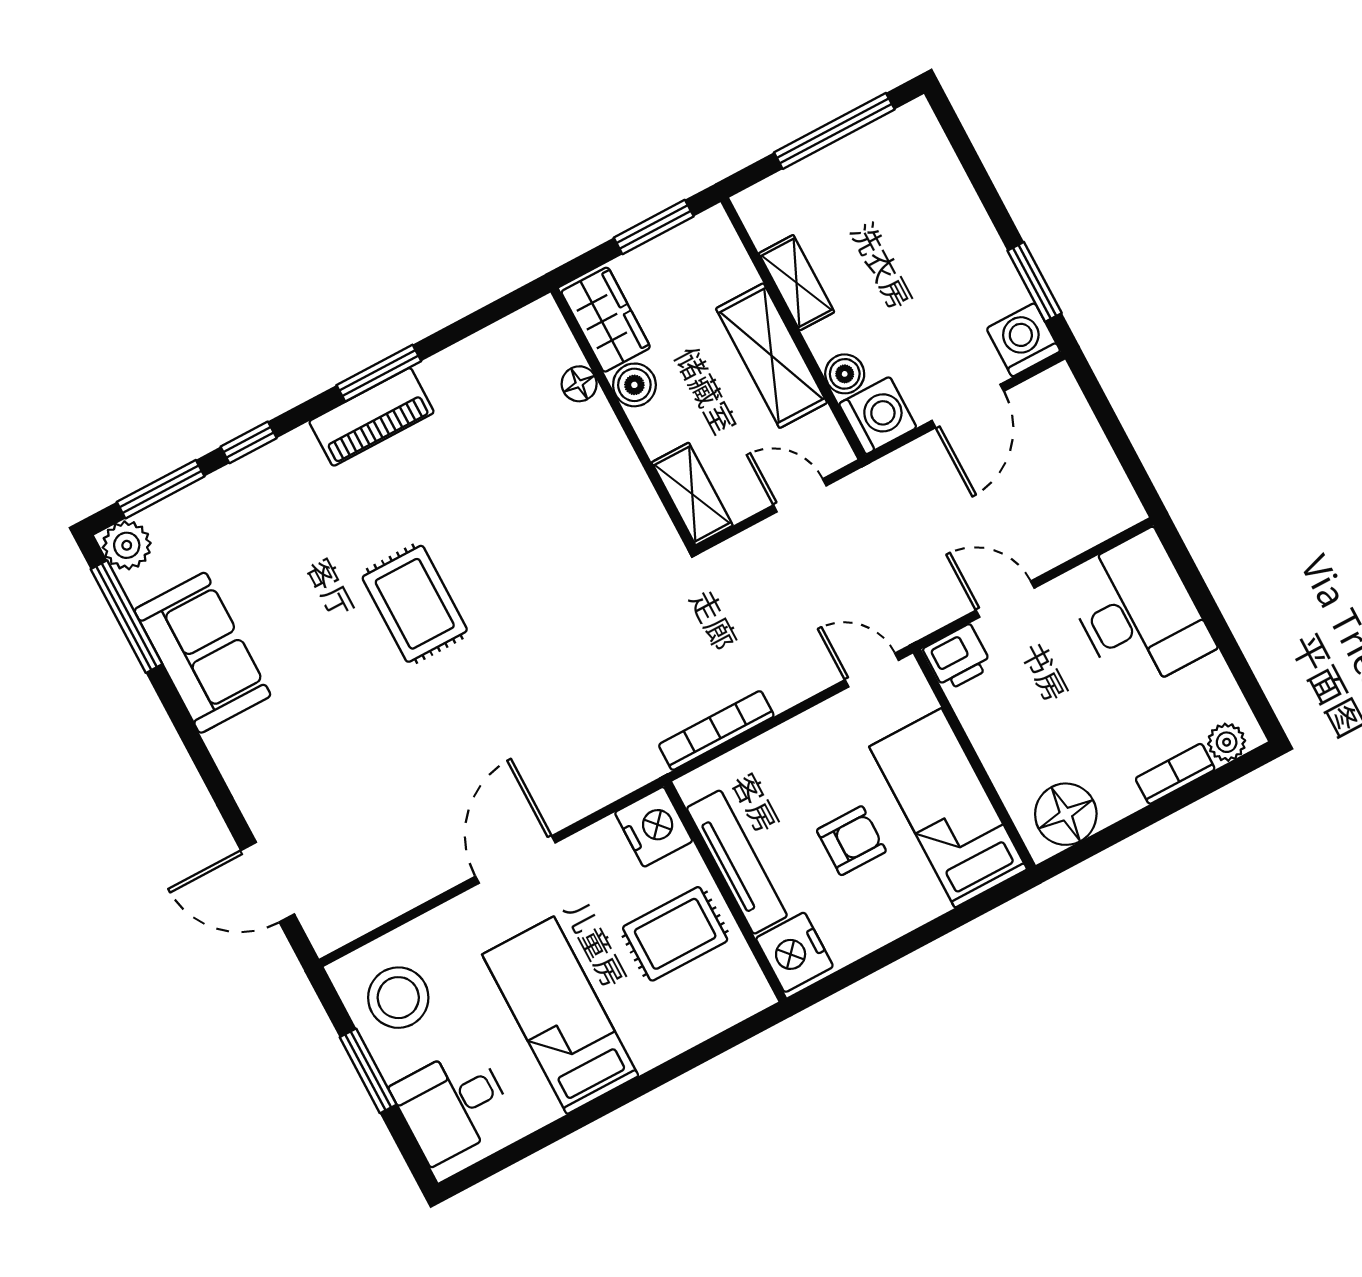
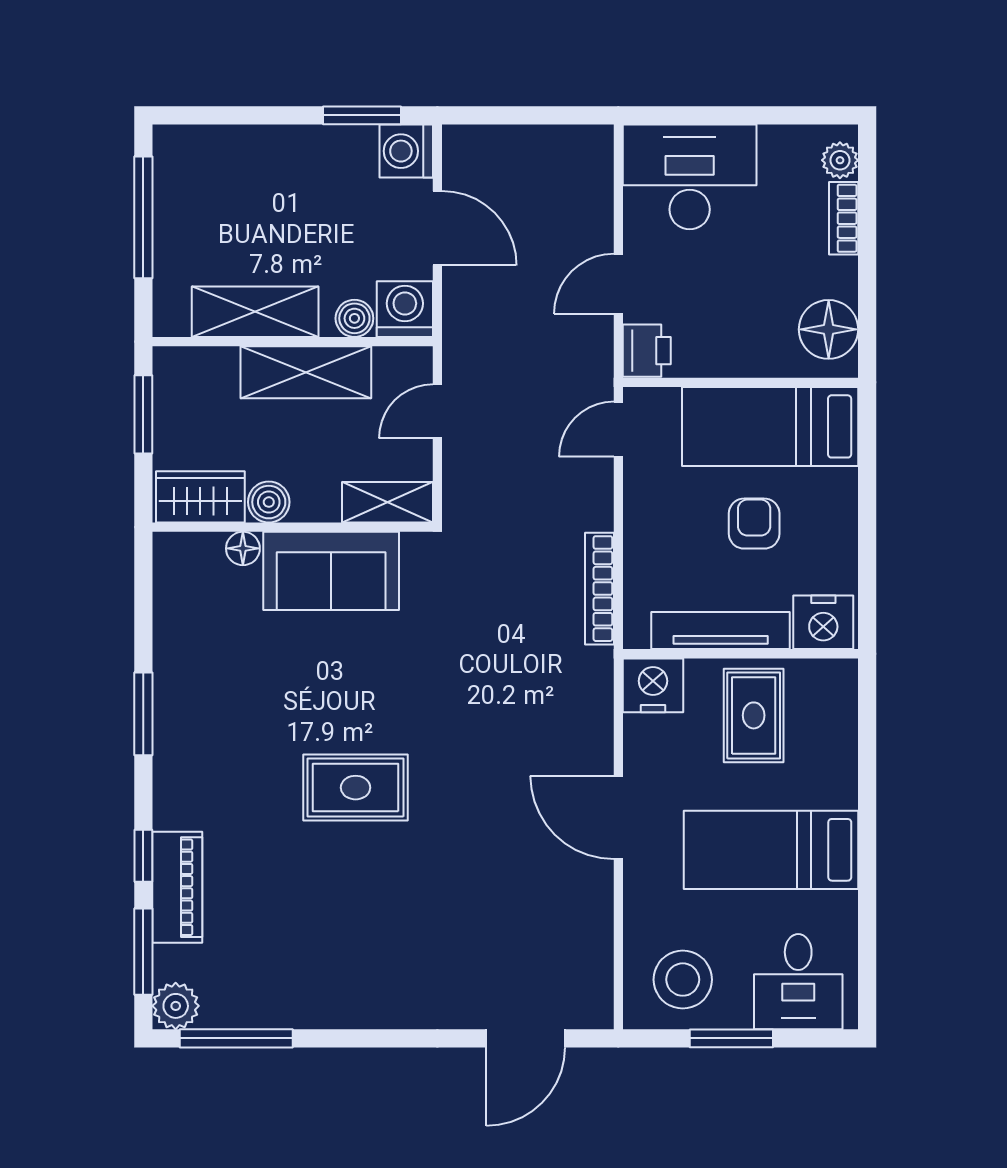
shelving: (796, 283) -> (255, 312), width x1.50, depth x1.33
piano: (372, 417) -> (177, 887), moved
sofa: (202, 653) -> (331, 571), moved, turned 180

